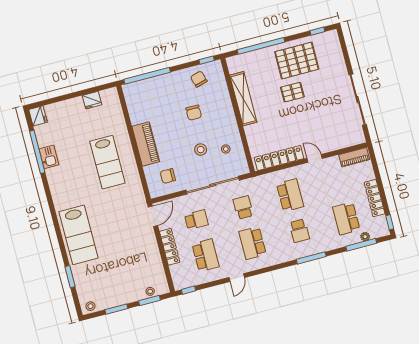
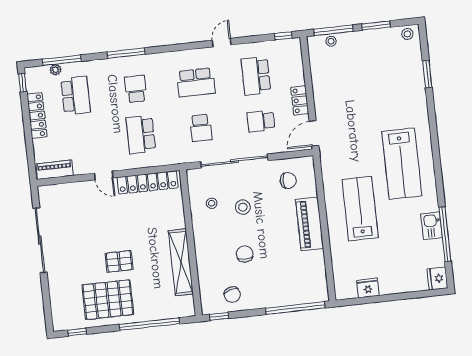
lab bench: (78, 235) -> (402, 164), moved, turned 180
school desk: (252, 243) -> (196, 82), turned 90
locker: (170, 247) -> (300, 100), width x0.66
window: (149, 300) -> (334, 30), width x1.44

